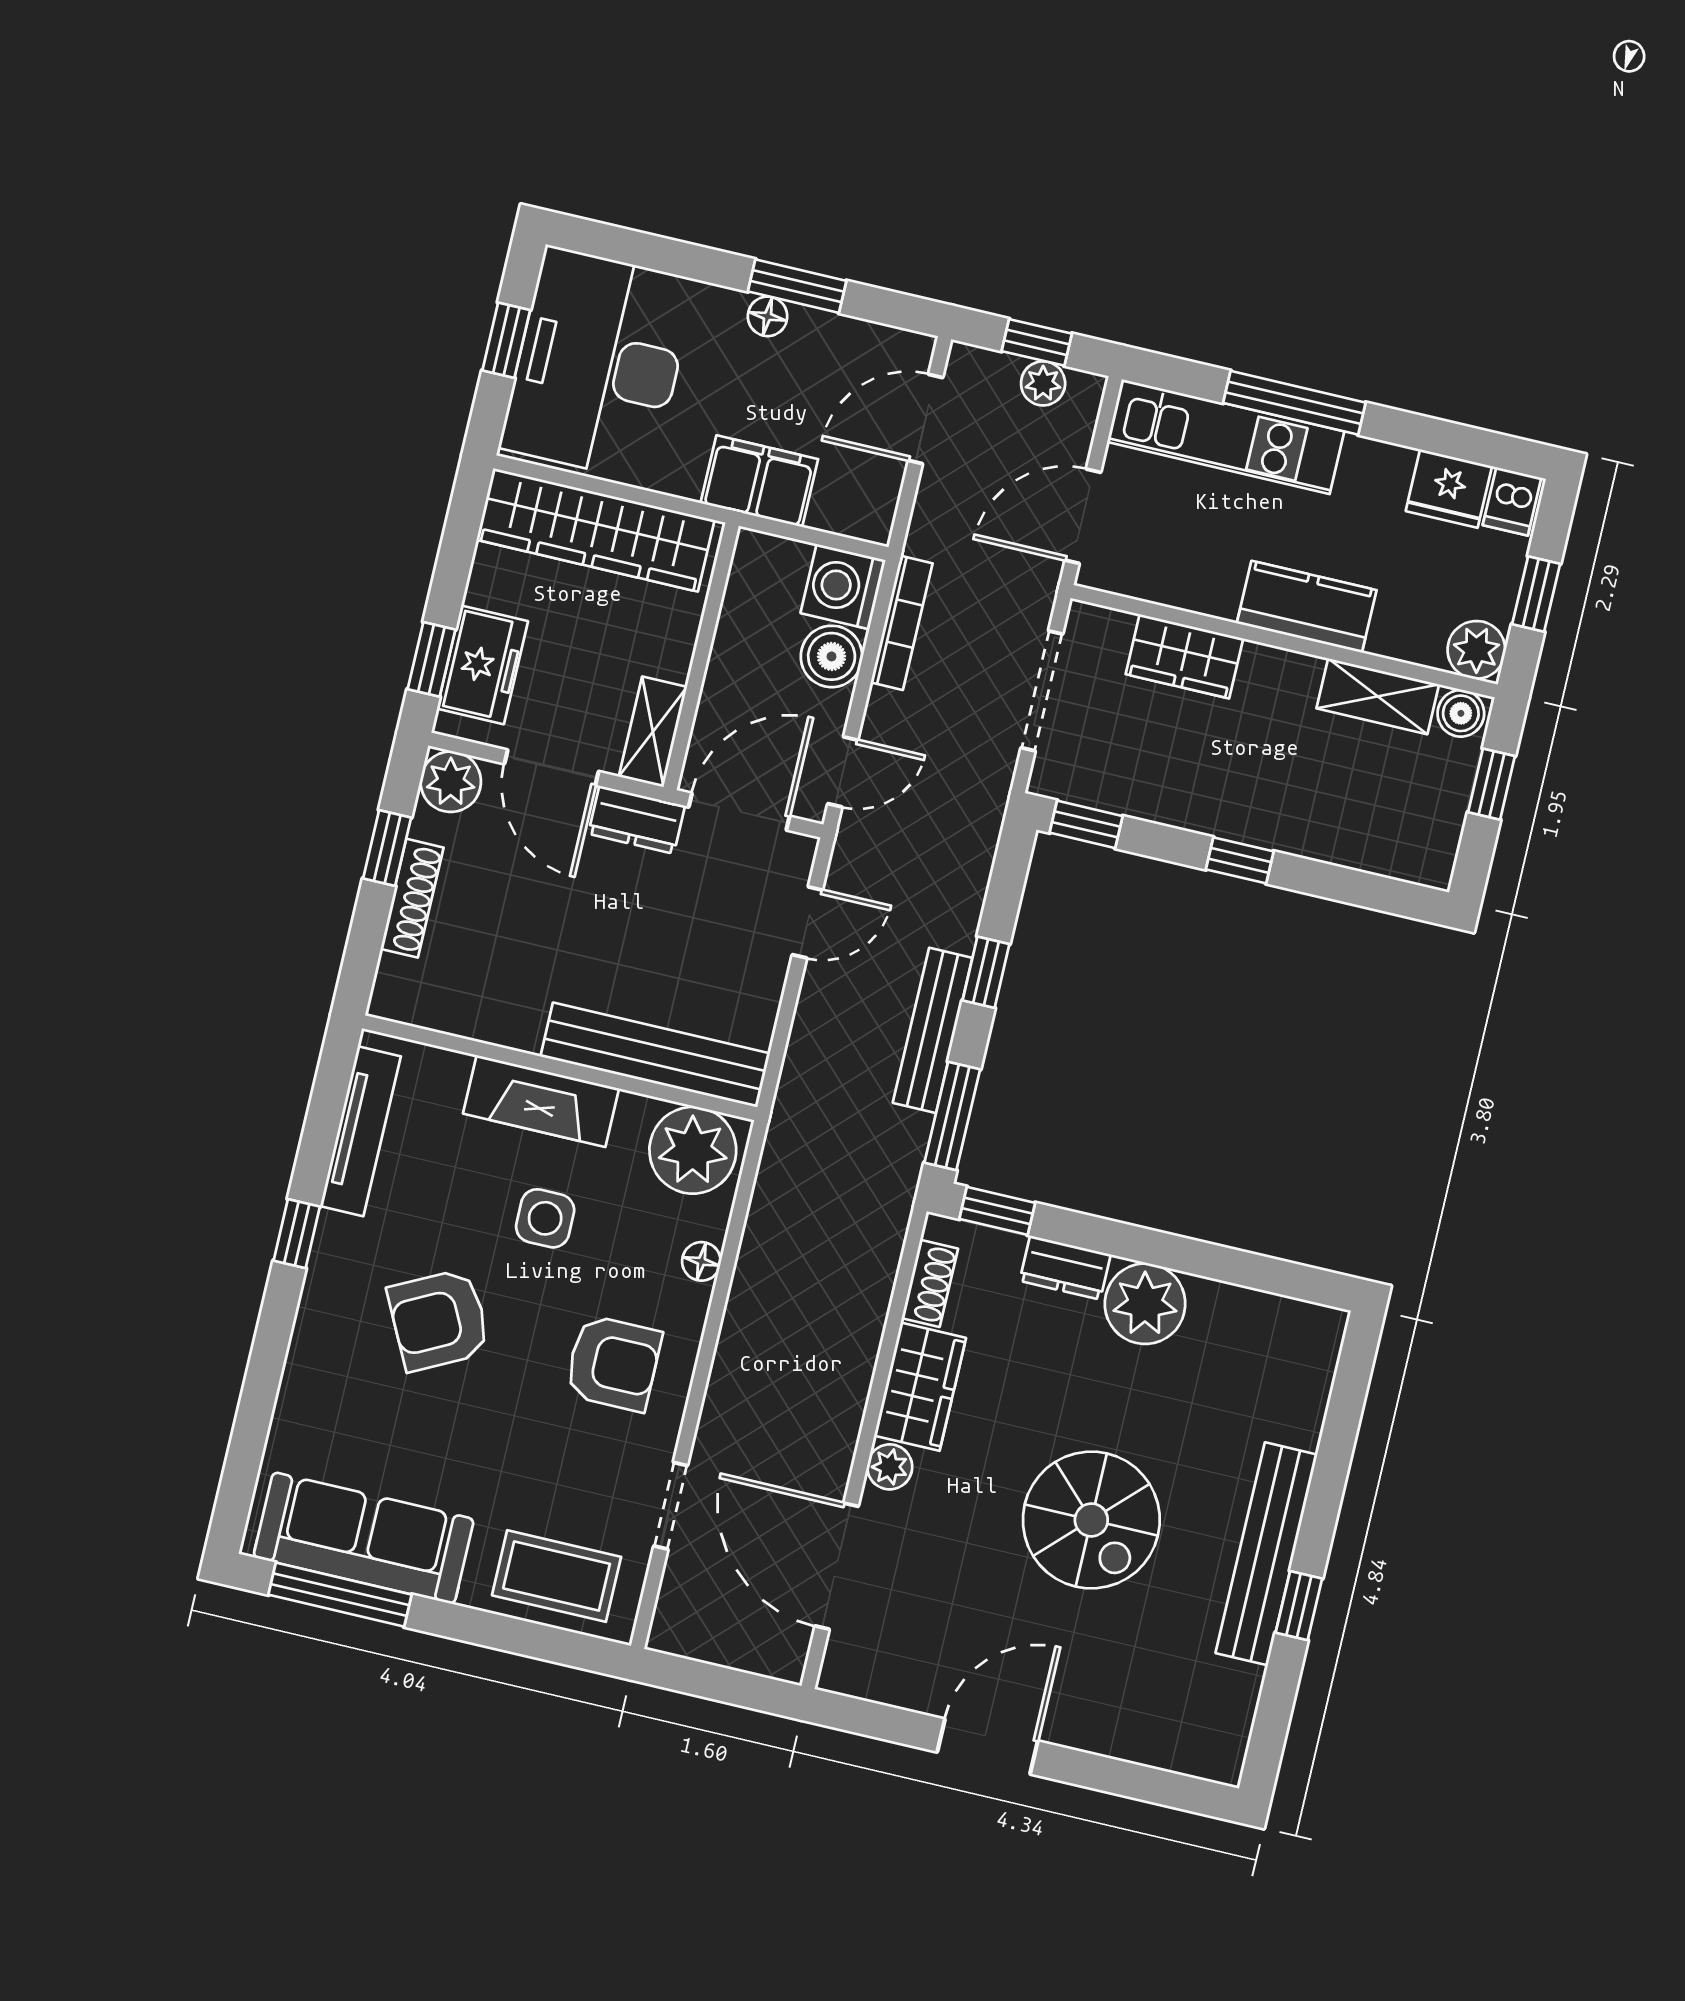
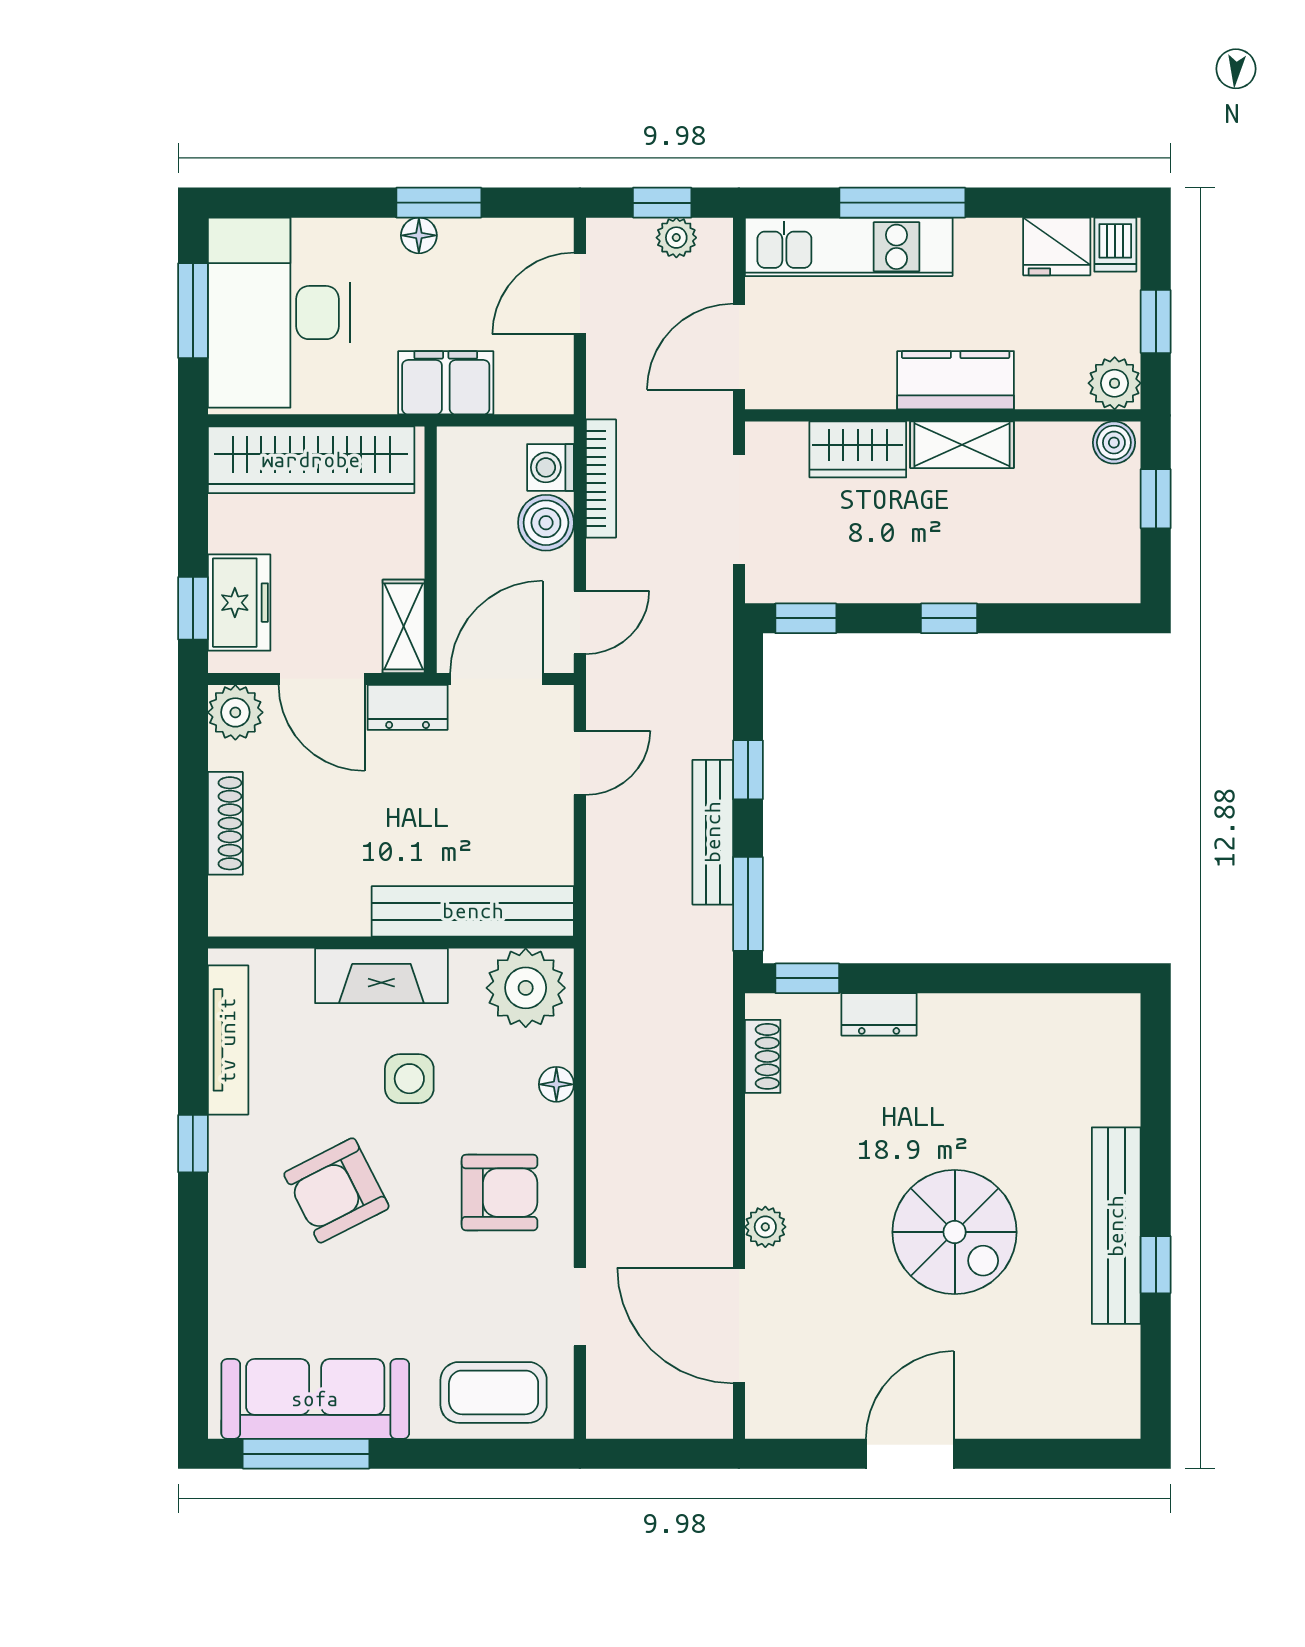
window: (506, 340) -> (193, 311), width x1.50
washing machine: (843, 587) -> (550, 467), width x0.73, depth x0.73
shelving: (1378, 696) -> (962, 445), moved
window: (387, 848) -> (193, 784), removed
plant: (1145, 1304) -> (957, 1030), removed
wardrobe: (920, 1387) -> (776, 1150), removed

